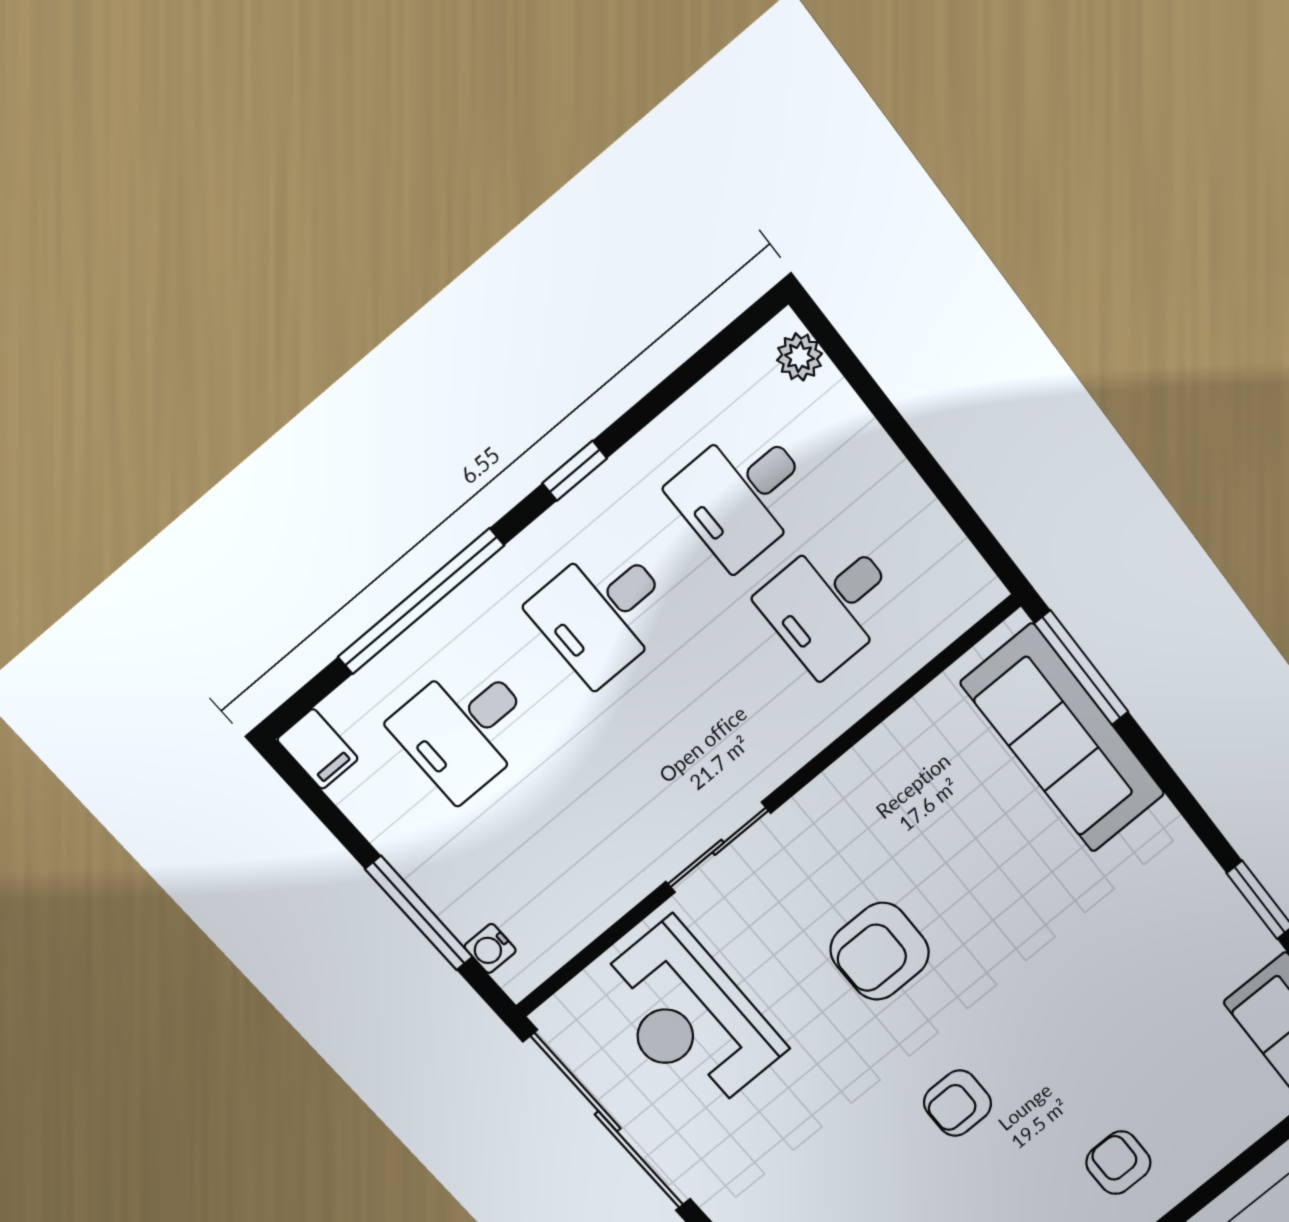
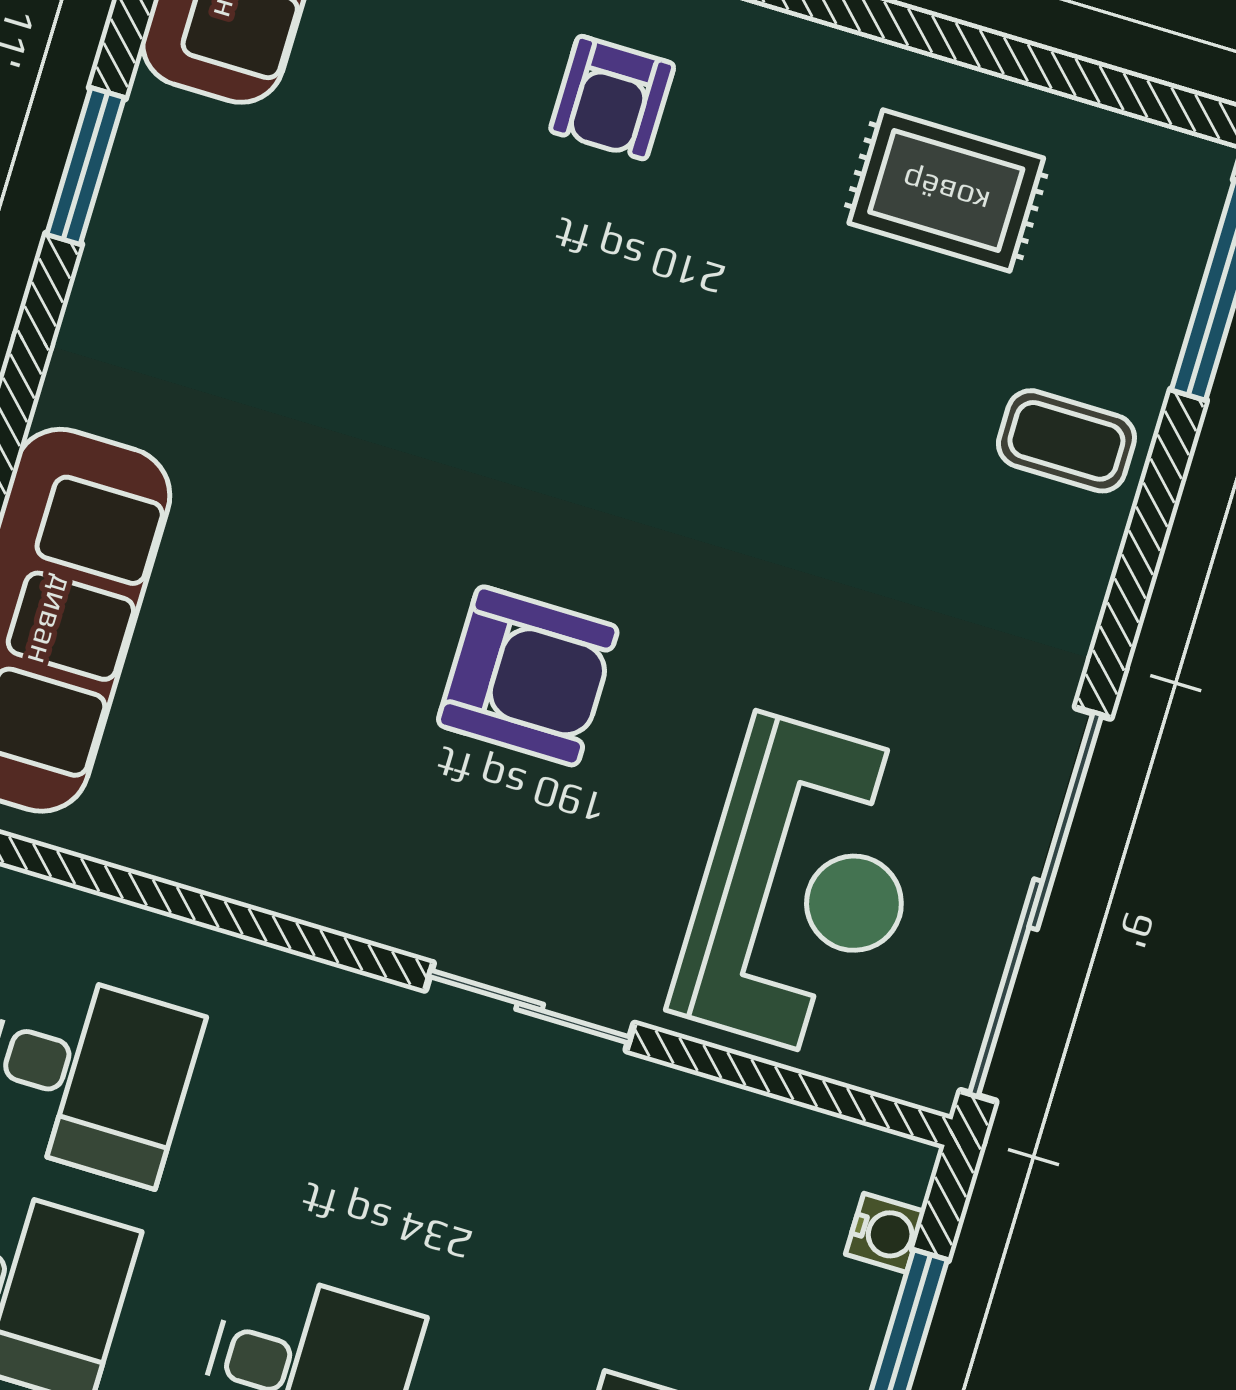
armchair: (958, 1103) -> (678, 407), removed

